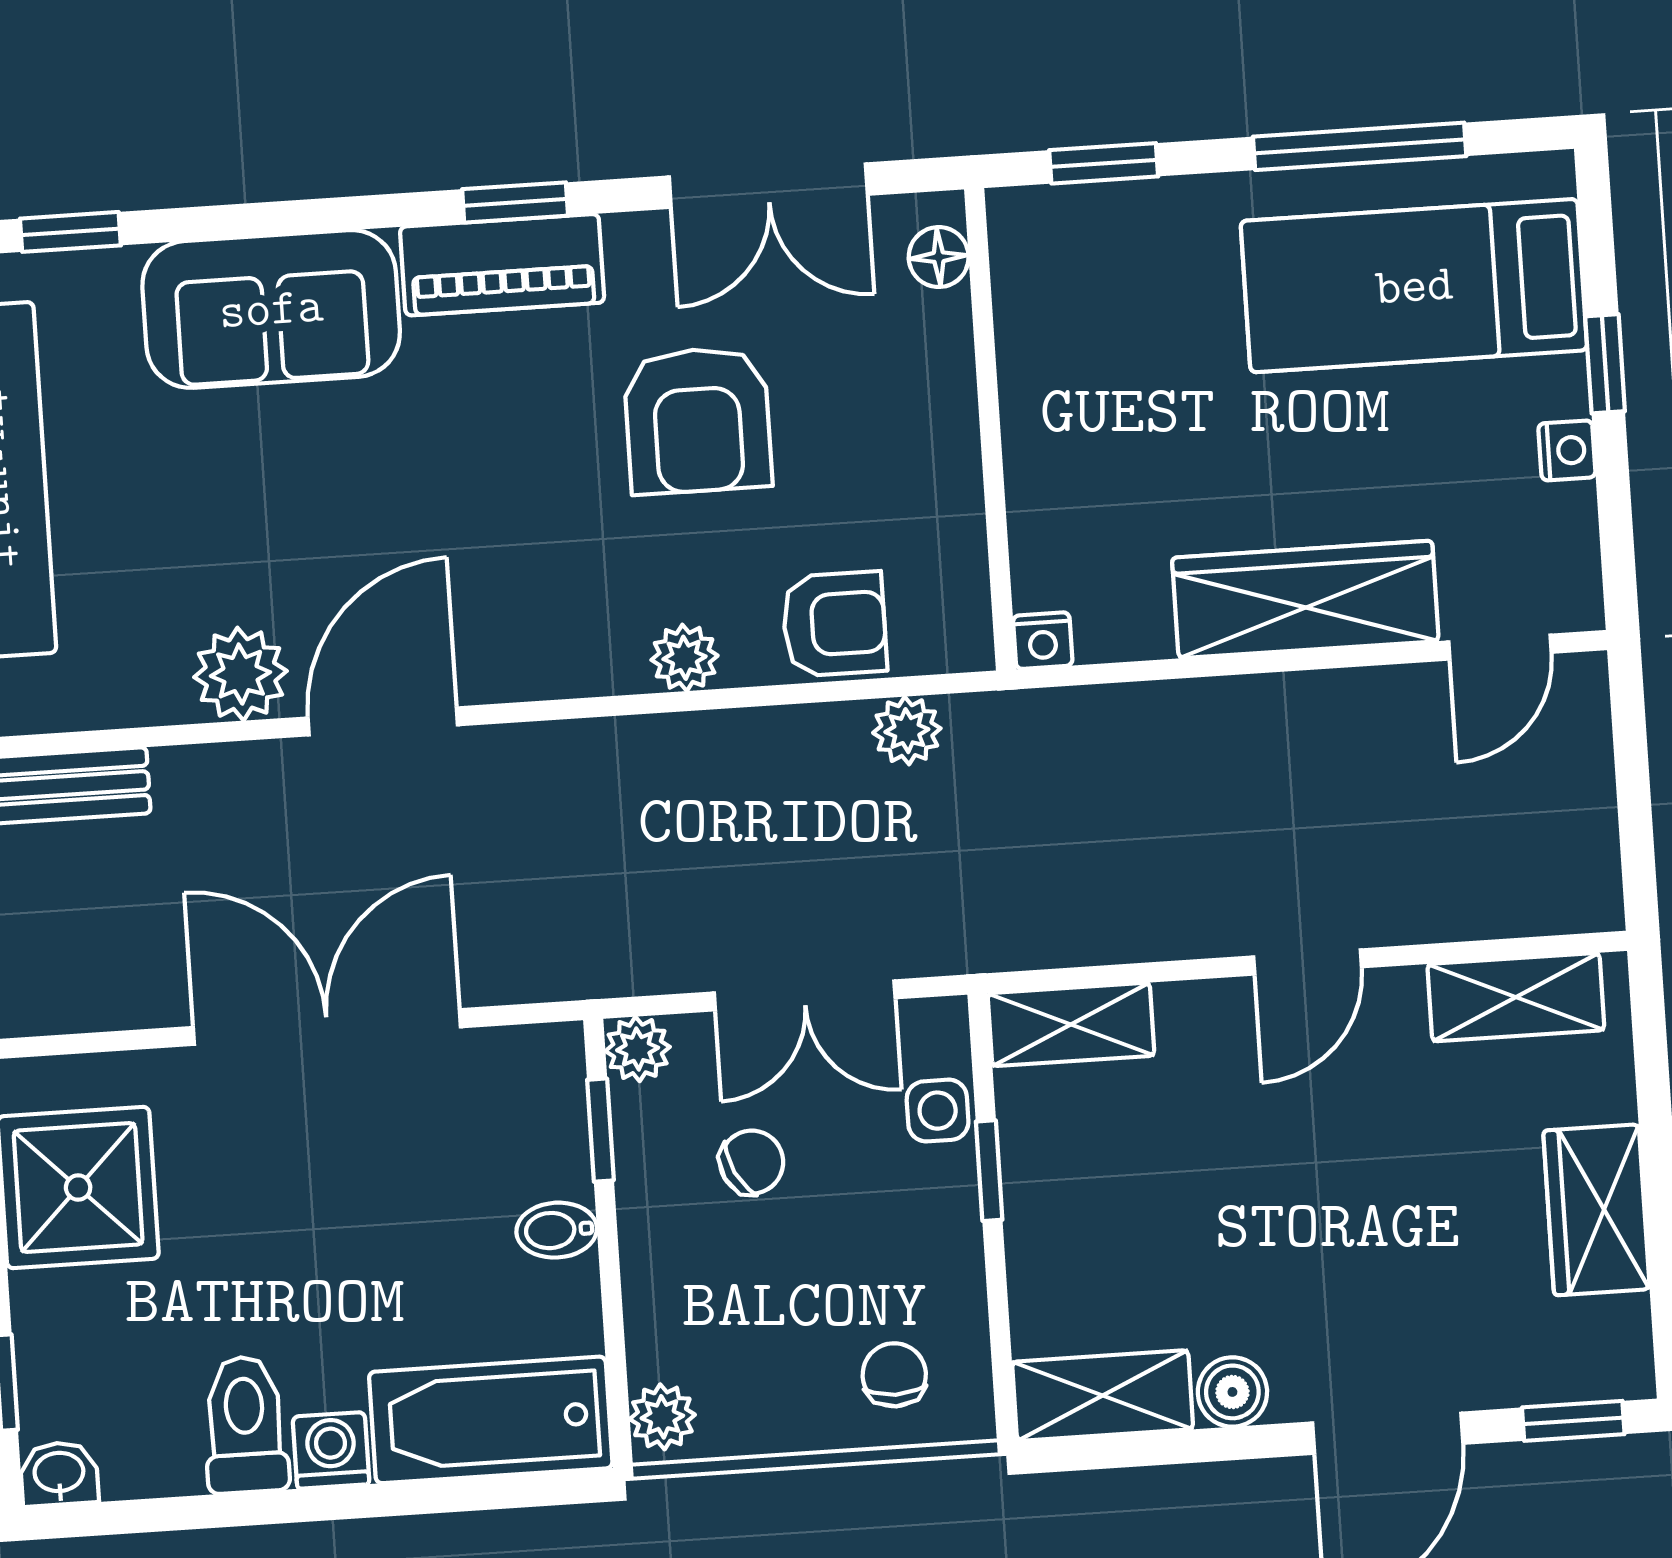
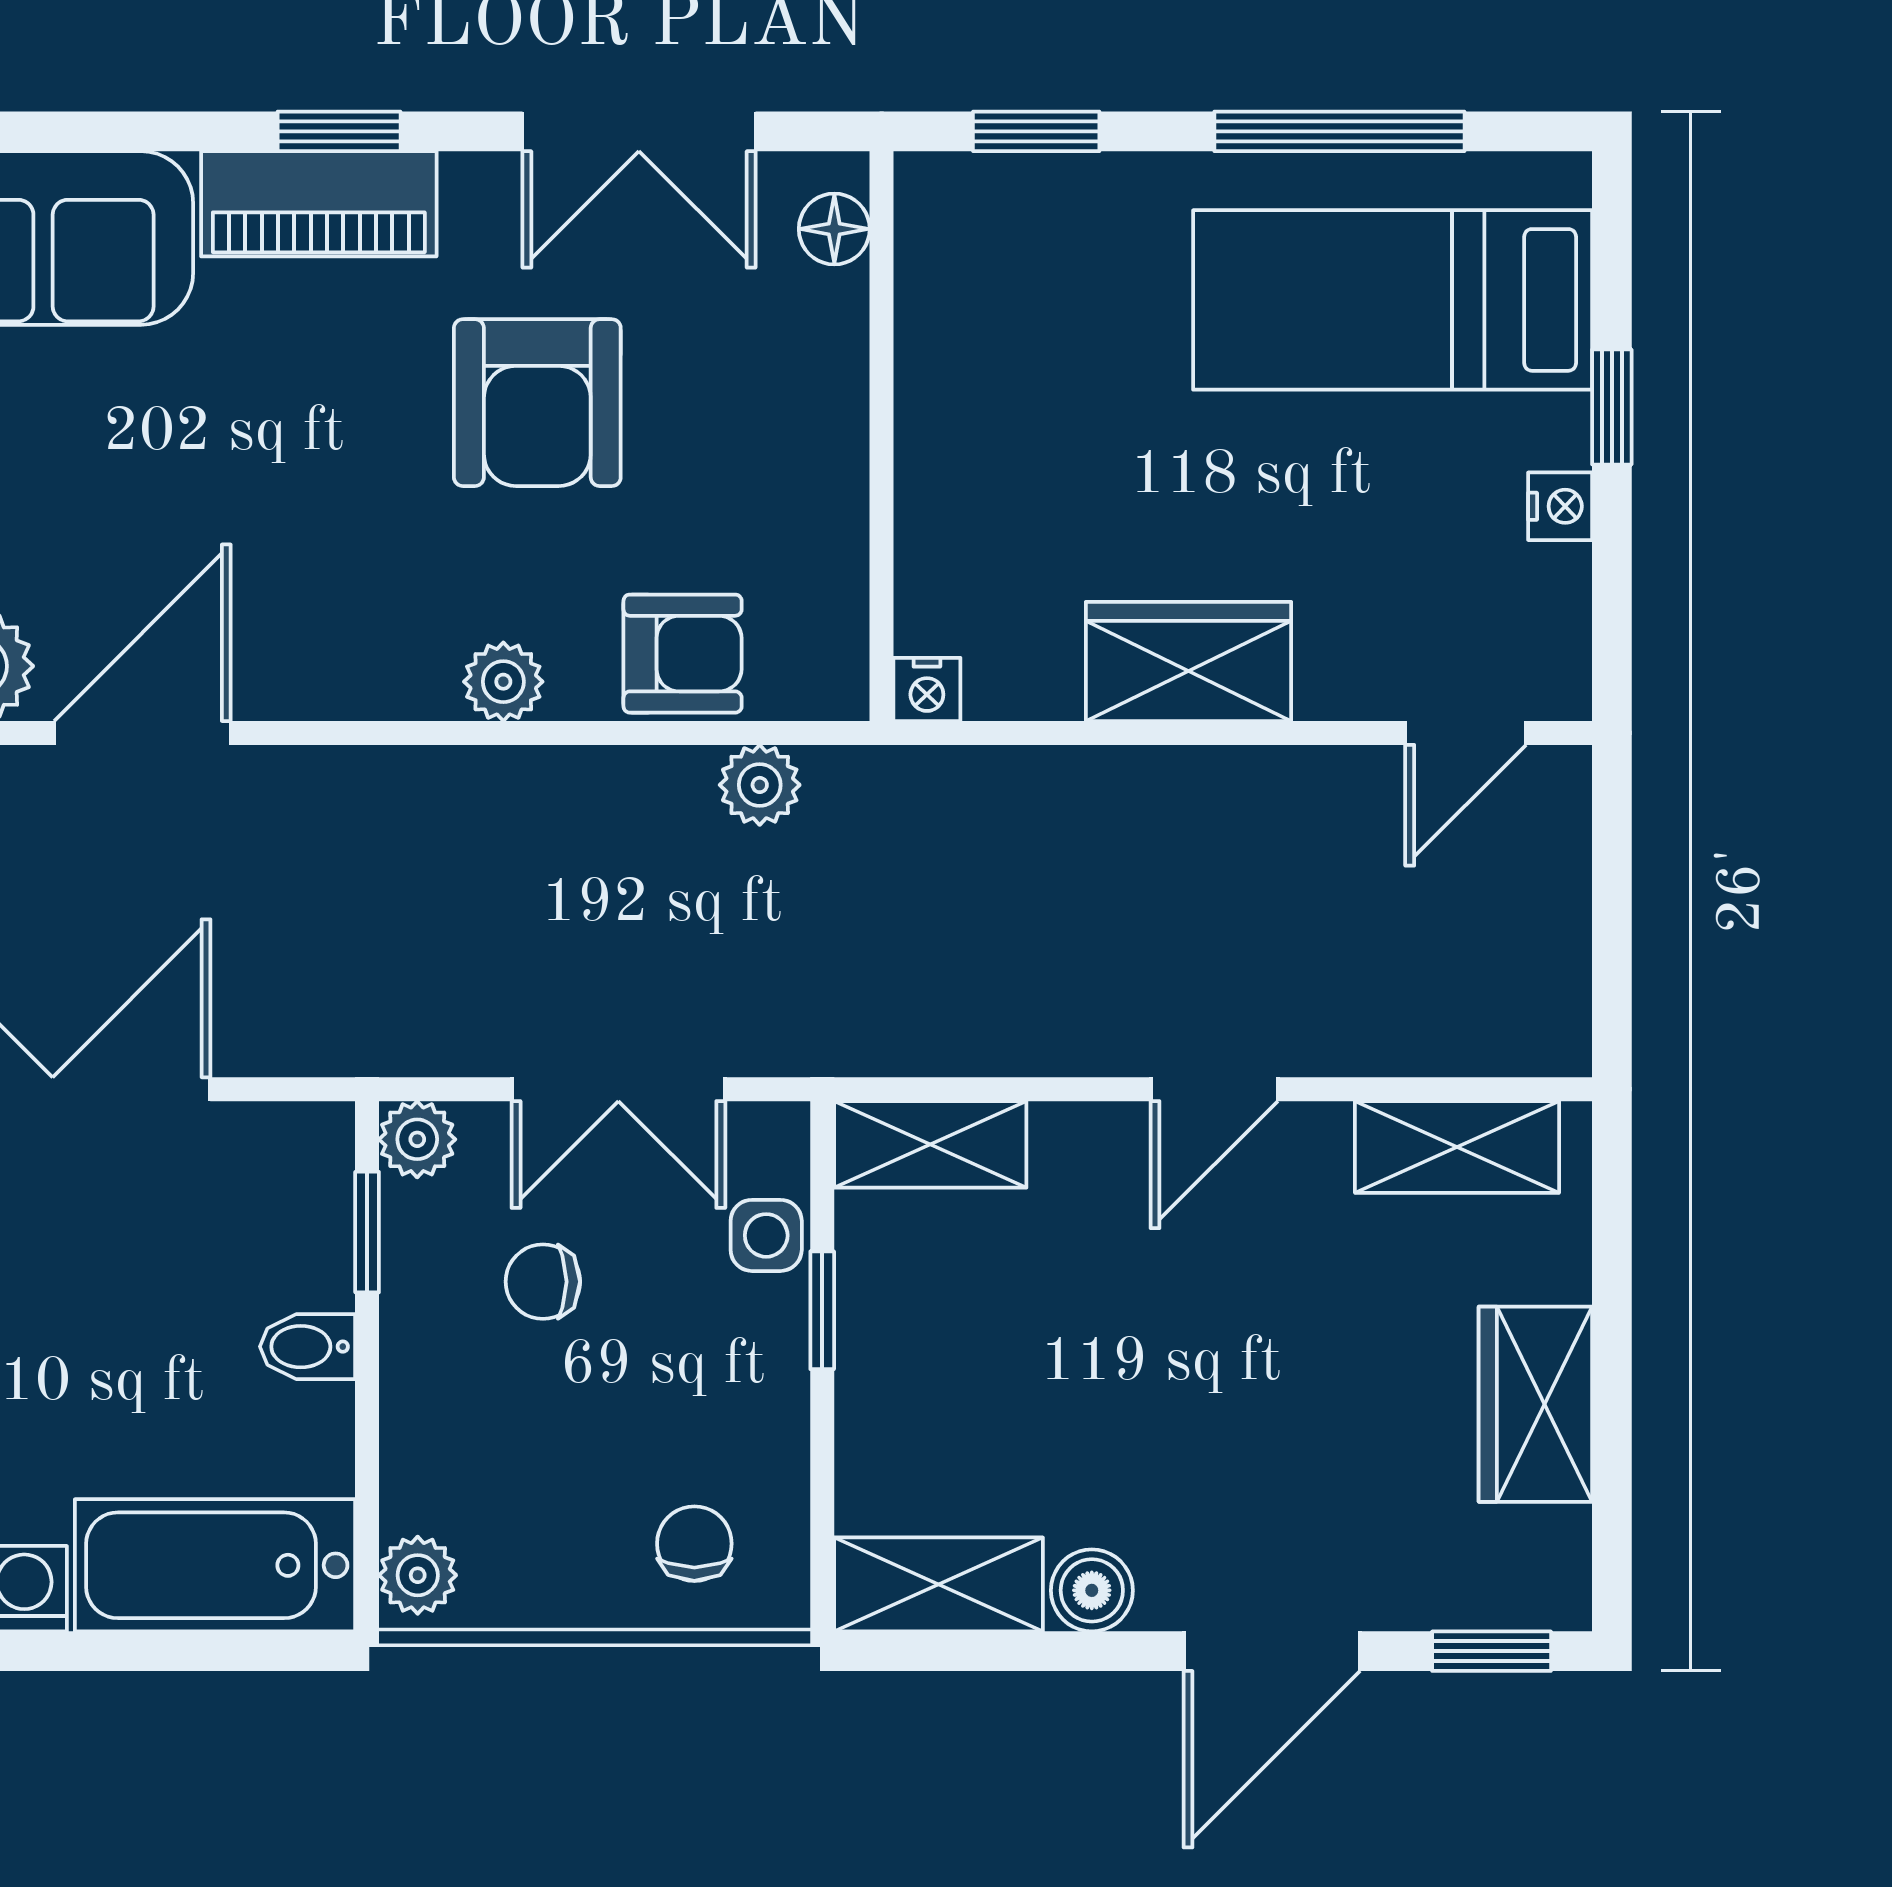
wardrobe: (1305, 599) -> (1189, 662), width x0.67
chair: (752, 1162) -> (543, 1282), turned -153

